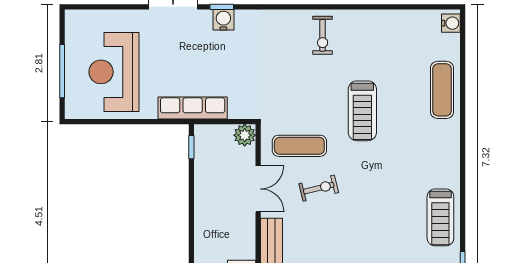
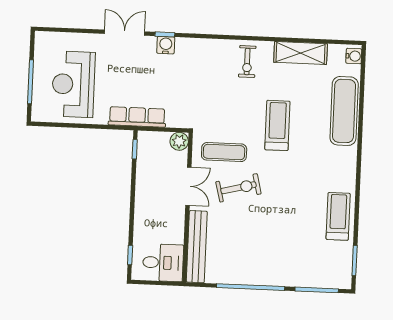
shelving: (386, 22) -> (301, 53), added
exercise mat: (442, 90) -> (344, 111), width x1.36, depth x1.45
treadmill: (362, 111) -> (277, 125), turned 180
exercise bike: (319, 188) -> (238, 188), width x1.38, depth x1.39
treadmill: (440, 217) -> (338, 216), turned 180

